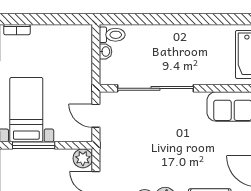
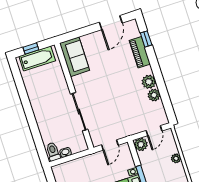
sliding door: (155, 88) -> (79, 112), width x0.73

